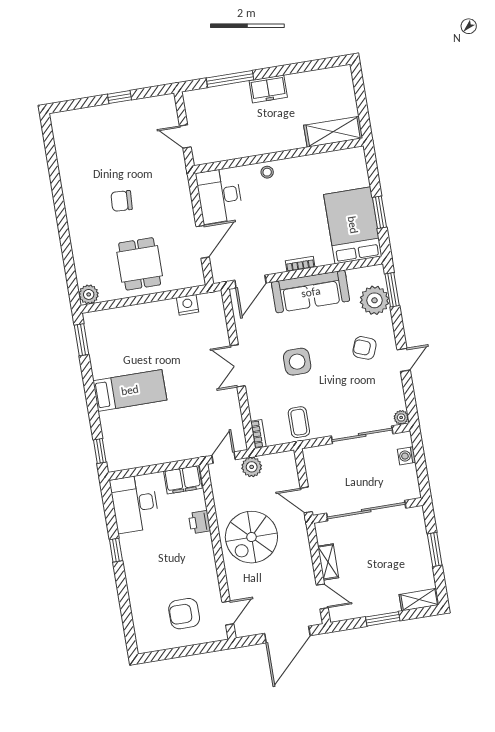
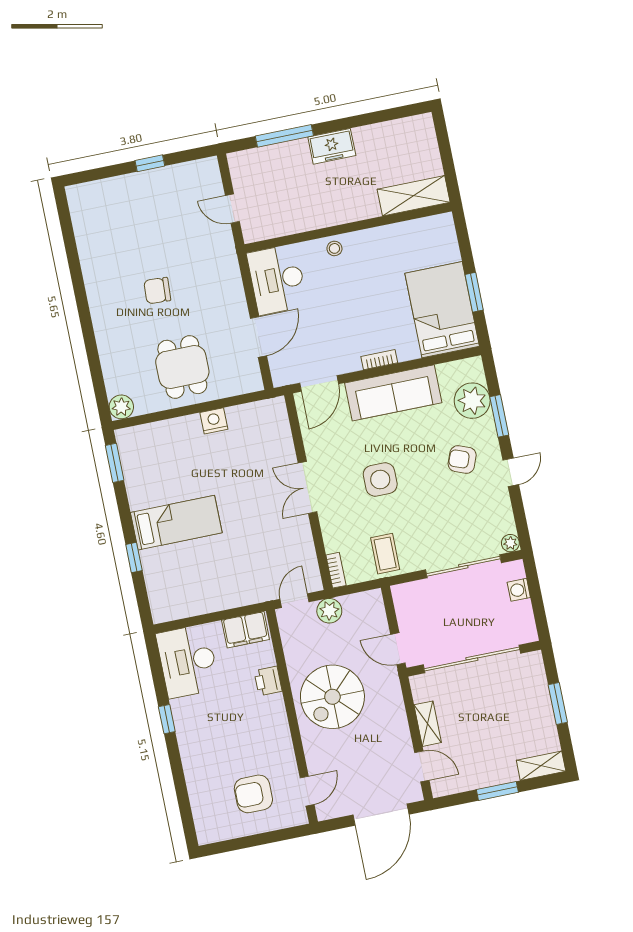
window: (392, 290) -> (499, 416), moved
nightstand: (188, 305) -> (214, 421), moved
window: (100, 451) -> (134, 558), moved

